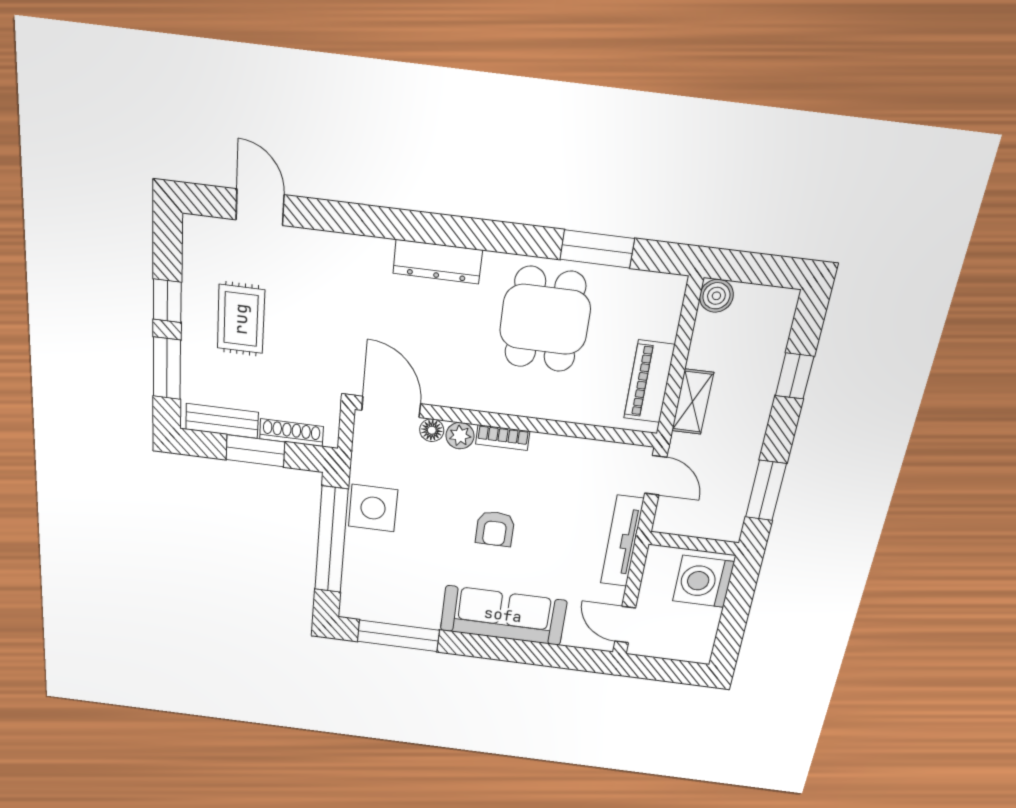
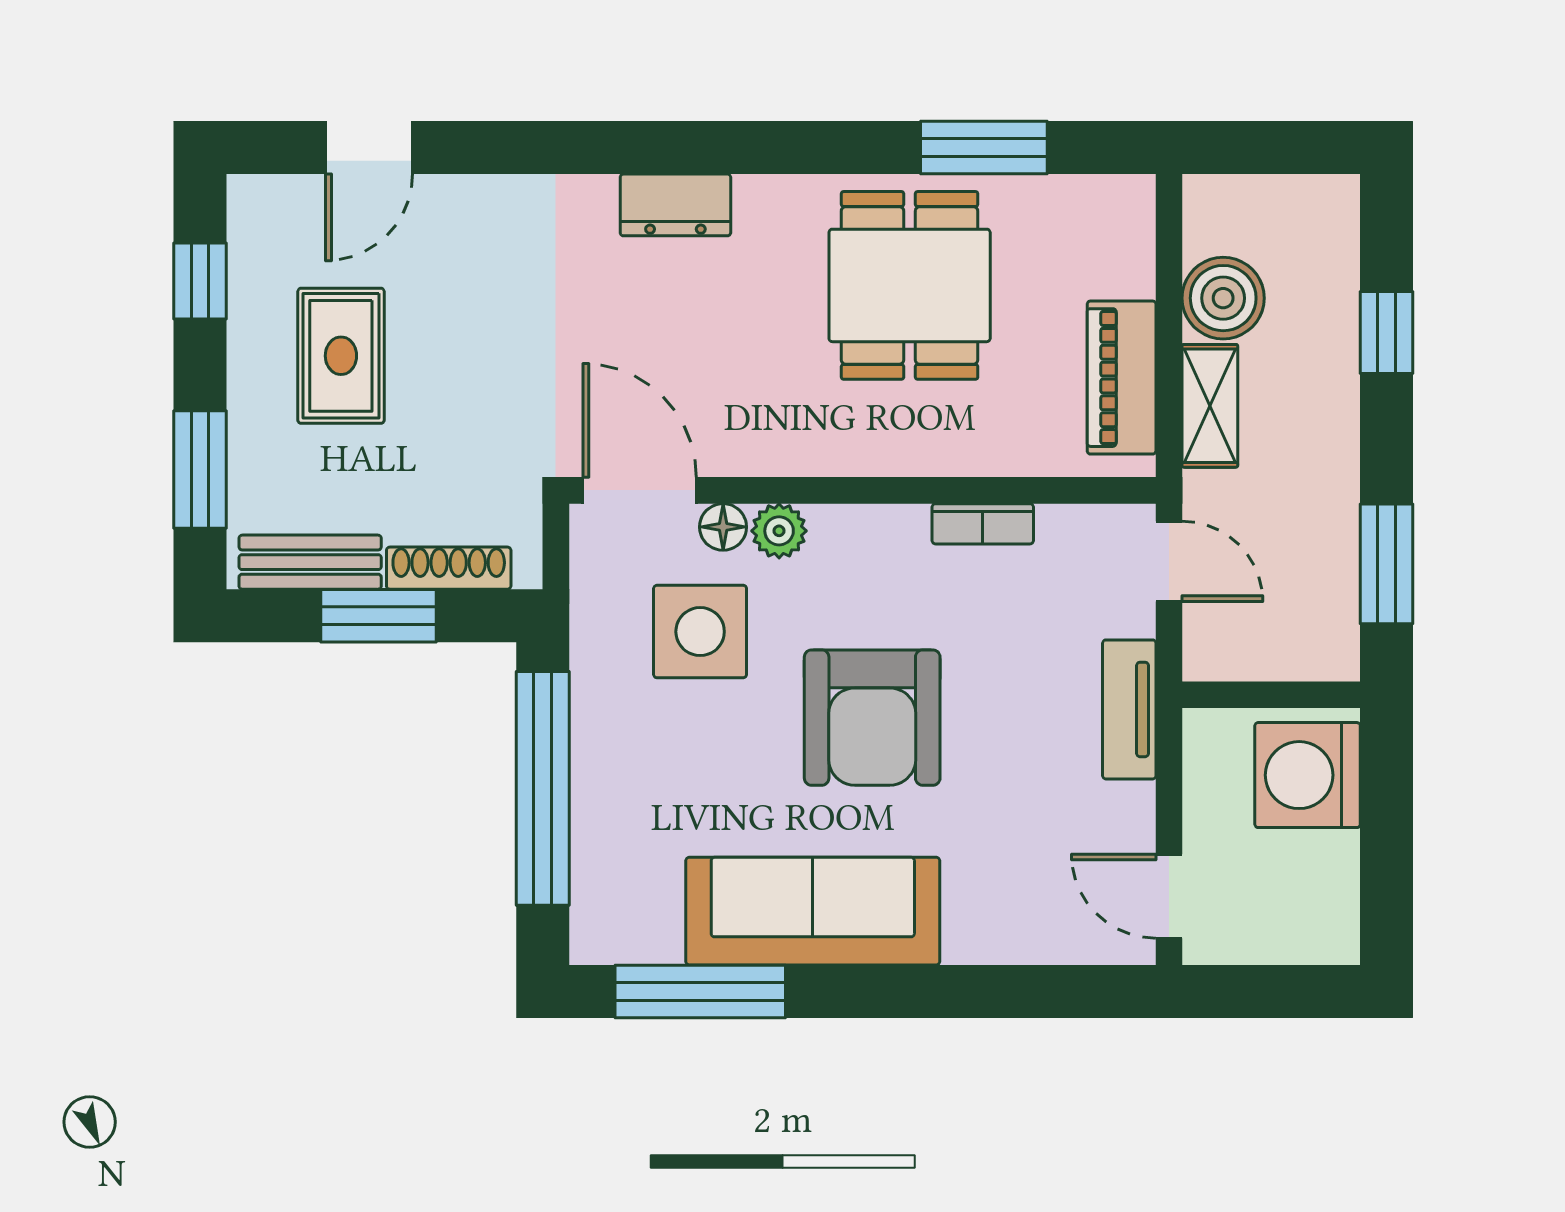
door: (260, 207) -> (369, 148), swing flipped
dresser: (438, 262) -> (675, 205), width x0.70
boiler: (716, 296) -> (1223, 298), moved, width x1.36, depth x1.36
window: (167, 301) -> (200, 281), moved
bookcase: (503, 438) -> (983, 524), moved
side table: (373, 508) -> (700, 632), moved
armchair: (495, 529) -> (872, 718), width x1.88, depth x1.88
tv unit: (622, 541) -> (1129, 709), width x0.71
sofa: (503, 615) -> (813, 911), moved

